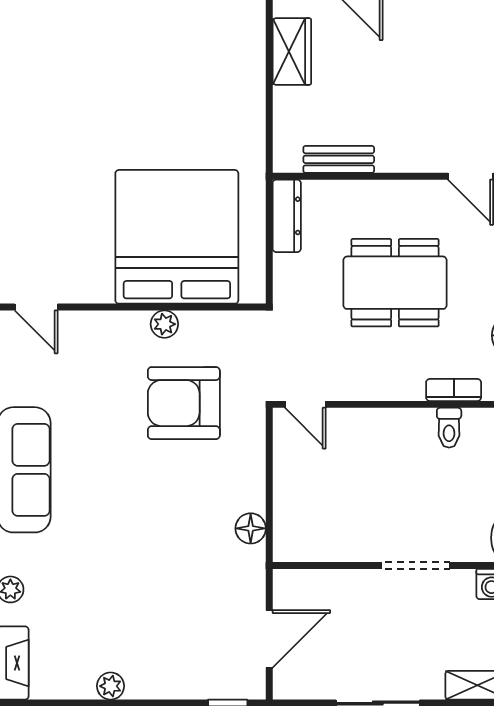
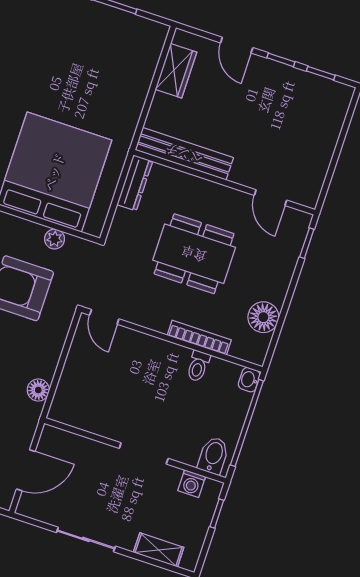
bench: (339, 159) -> (184, 154), width x1.86, depth x1.21
plant: (164, 324) -> (55, 239), moved
bookcase: (454, 390) -> (199, 338), width x1.56

